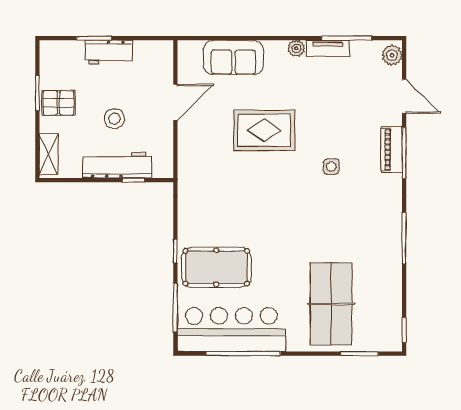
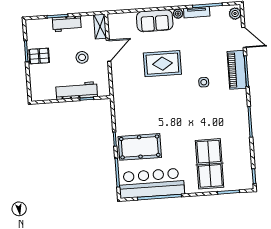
sofa: (233, 57) -> (155, 21), moved
stool: (114, 119) -> (82, 57), moved
piano: (392, 150) -> (237, 70), width x1.37, depth x1.33
shelving: (49, 154) -> (100, 27), moved

